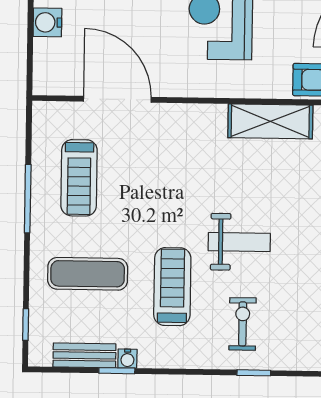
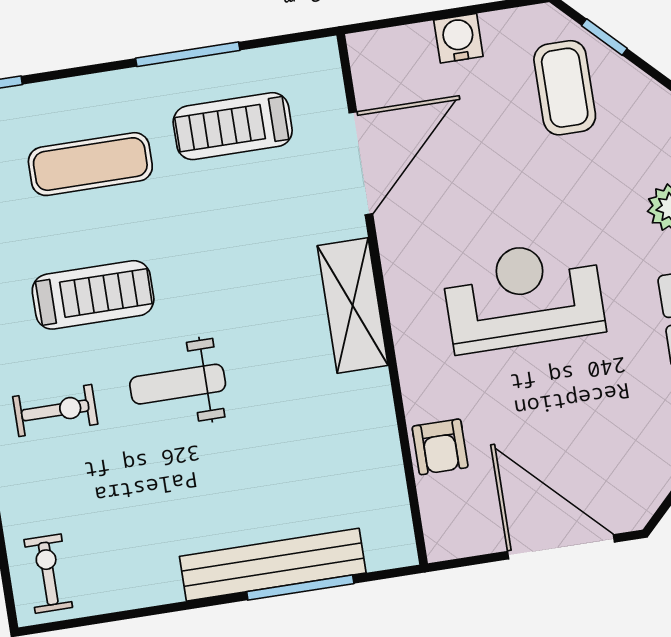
shelving: (270, 121) -> (353, 306), moved
weight bench: (239, 242) -> (178, 384), turned 90
exercise mat: (88, 274) -> (90, 164), turned 90

